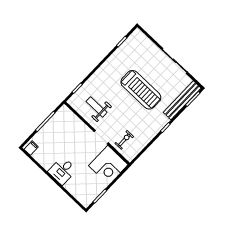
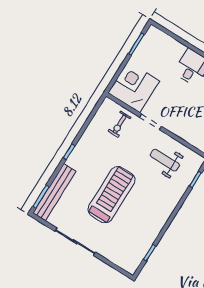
treadmill: (141, 90) -> (111, 195), turned 90
weight bench: (97, 107) -> (165, 160), turned 180

